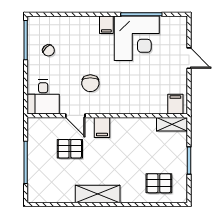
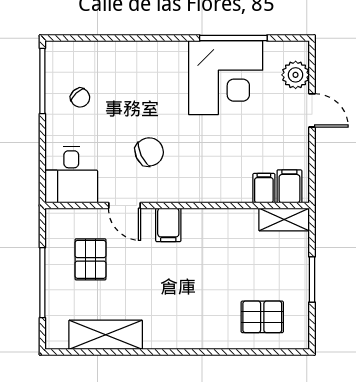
filing cabinet: (106, 25) -> (264, 188), moved, turned 180
plant: (179, 37) -> (296, 75), added
chair: (90, 83) -> (149, 152), turned -115
pallet: (70, 149) -> (91, 259), moved, turned 90
shelving: (98, 194) -> (106, 335), moved

